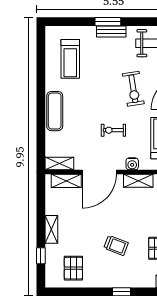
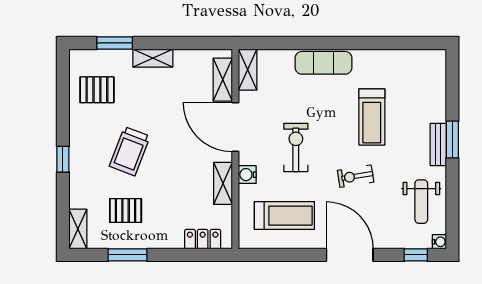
treadmill: (70, 59) -> (372, 117), moved, turned -90
exercise bike: (133, 89) -> (356, 176), width x0.73, depth x0.72
exercise bike: (113, 130) -> (296, 148), width x1.38, depth x1.39
trolley: (116, 245) -> (130, 151), width x1.36, depth x1.39
window: (41, 256) -> (115, 43), width x1.50

